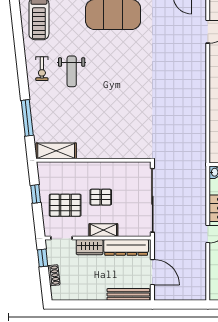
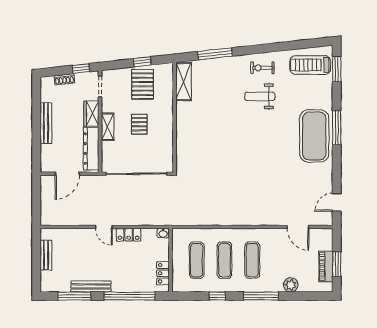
pallet: (65, 205) -> (143, 84), moved
bench: (128, 294) -> (46, 123), moved

